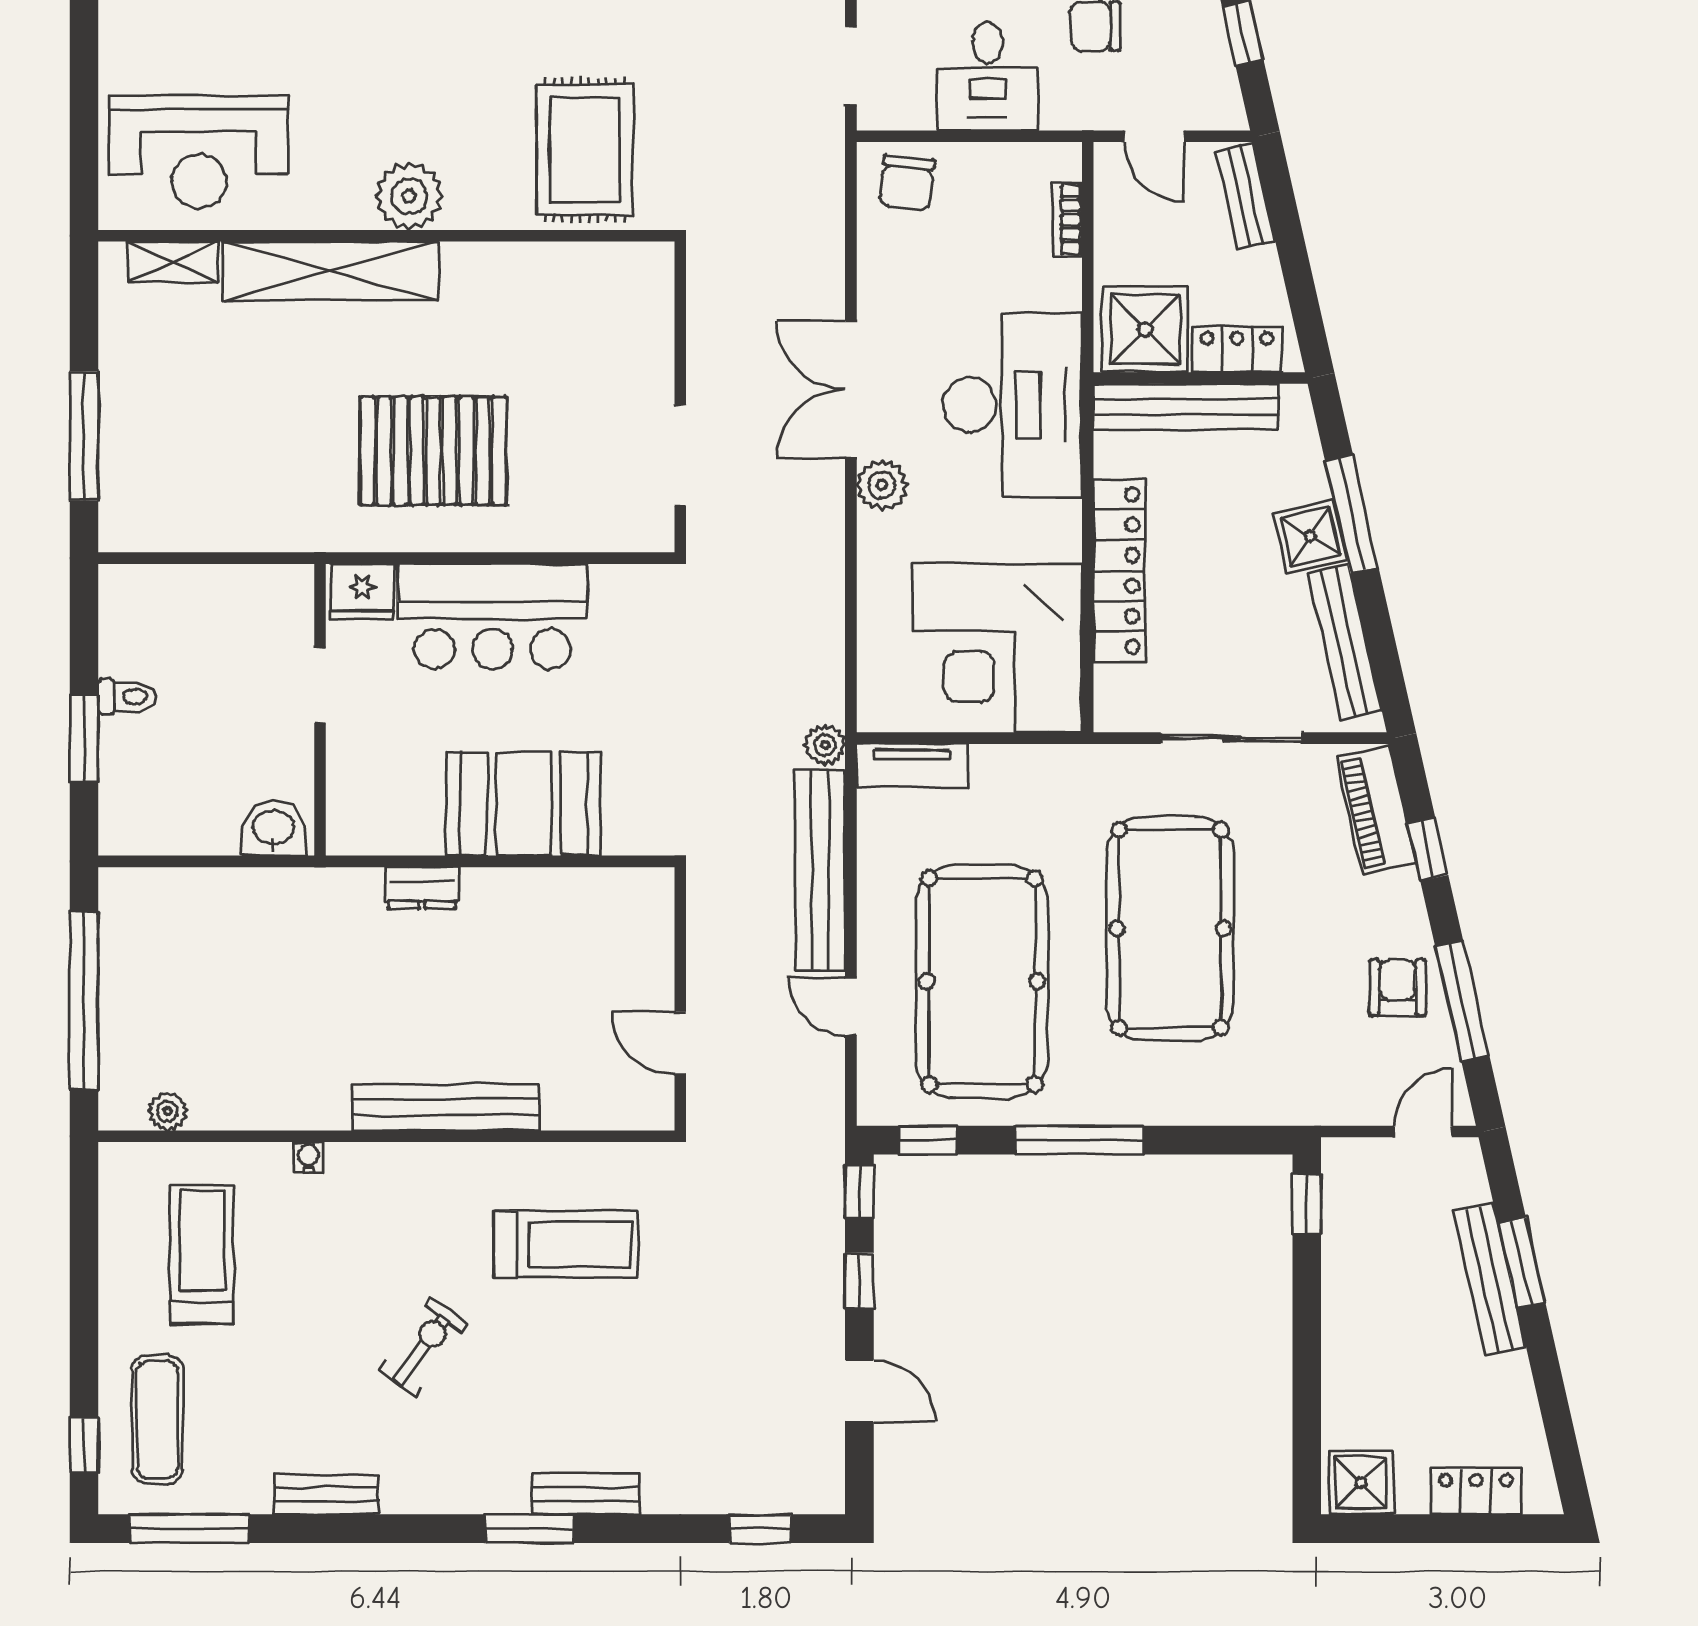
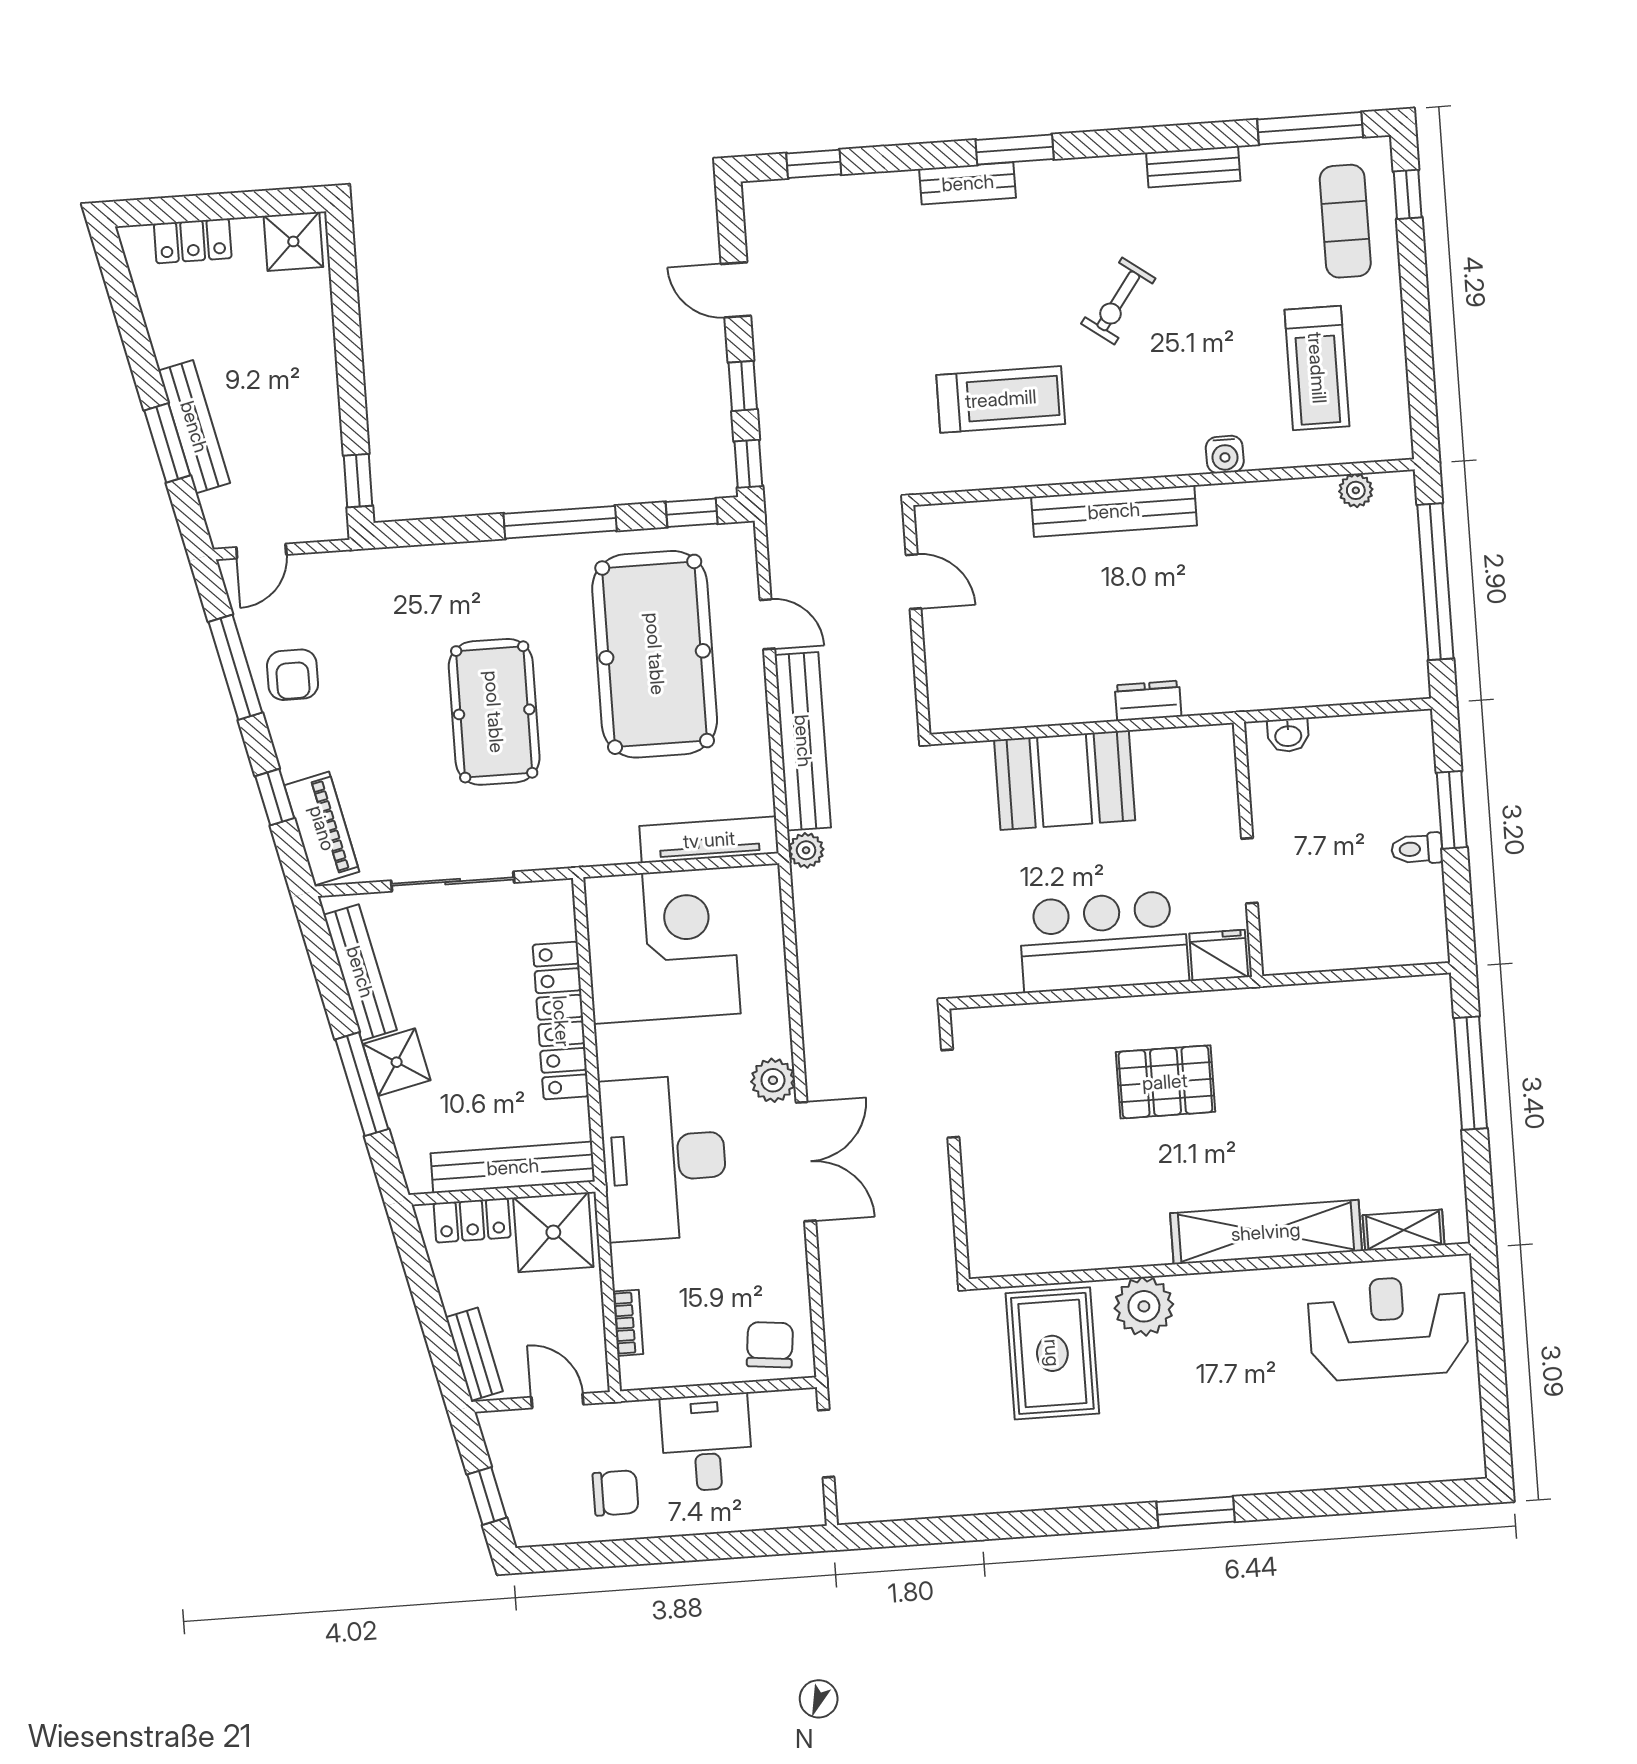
plant: (409, 196) -> (1144, 1306), moved
pallet: (433, 451) -> (1165, 1082), width x0.73, depth x0.71
tv unit: (912, 765) -> (709, 840), width x1.41
washbasin: (274, 829) -> (1288, 735), width x0.72, depth x0.69
pool table: (1170, 929) -> (494, 712), width x0.73, depth x0.76
water cooler: (308, 1157) -> (1225, 454), width x1.38, depth x1.38
treadmill: (566, 1244) -> (1001, 399), turned 180

